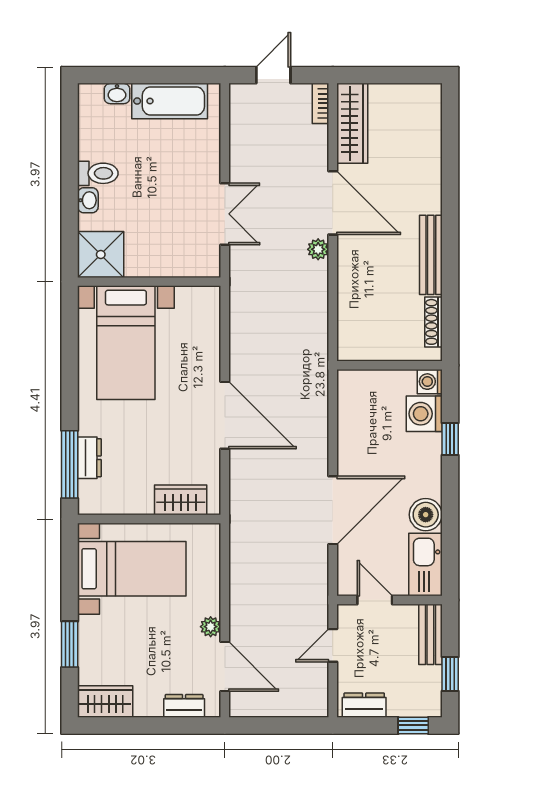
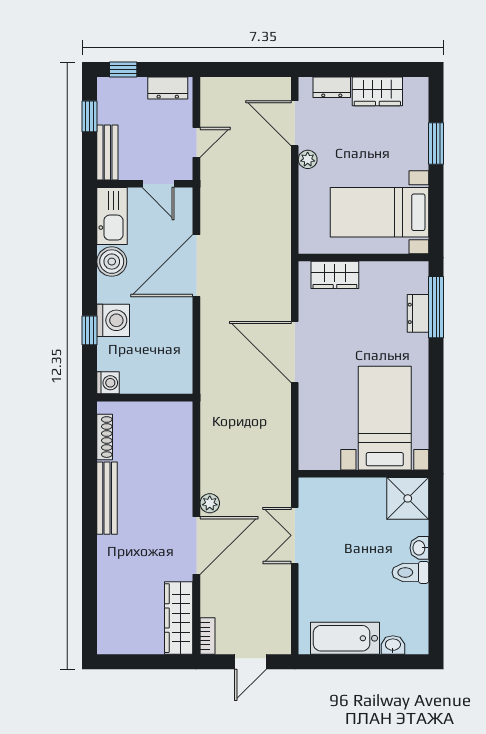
door: (333, 203) -> (196, 546), swing flipped
washing machine: (424, 414) -> (113, 320), moved
wardrobe: (105, 701) -> (377, 91), moved

